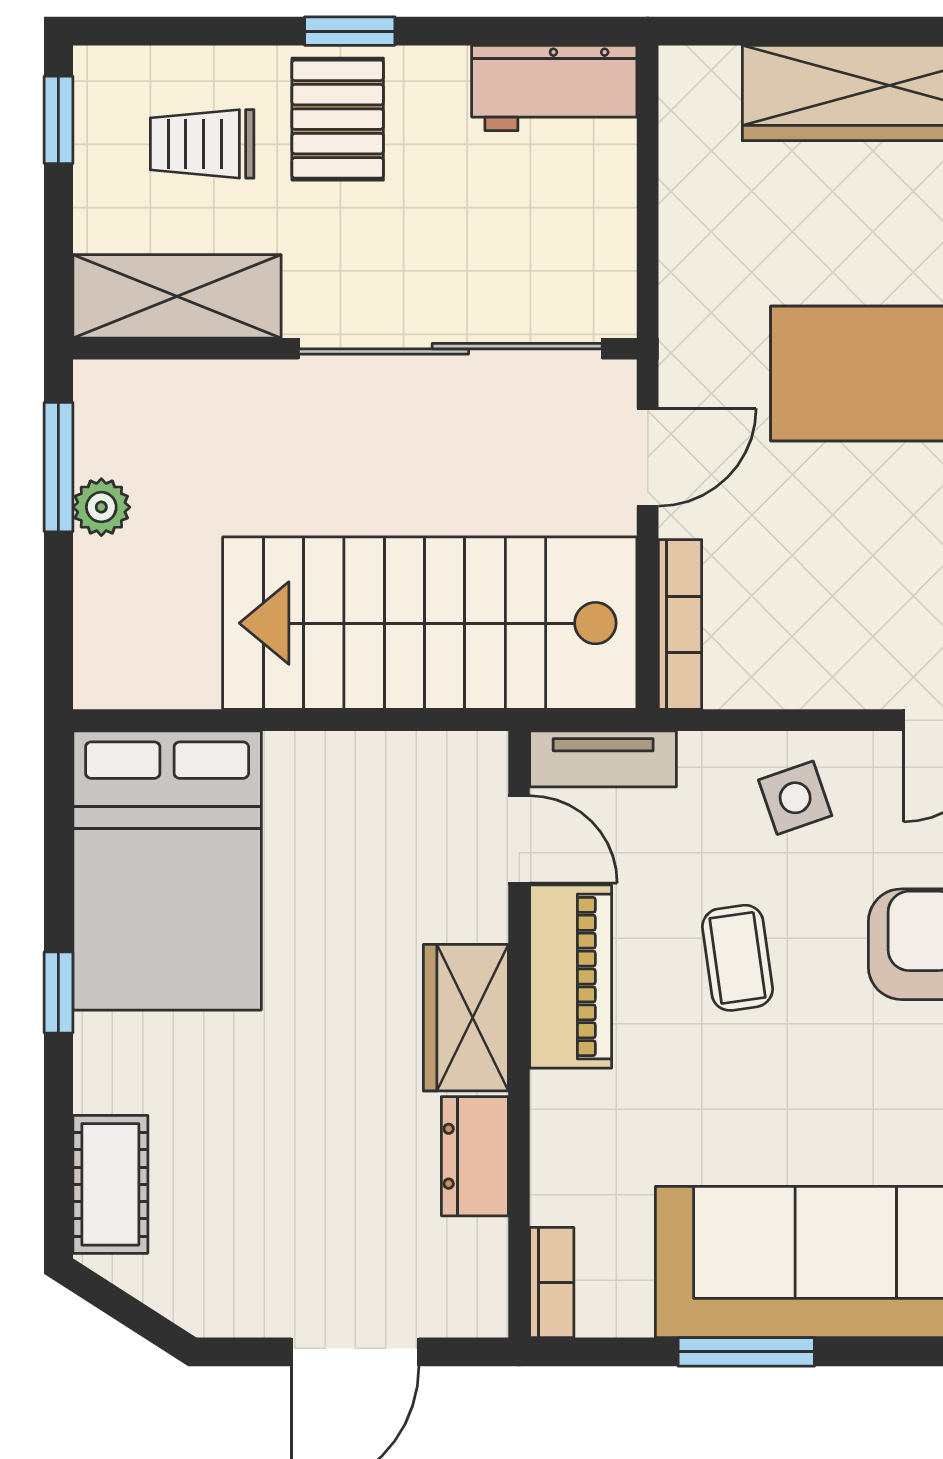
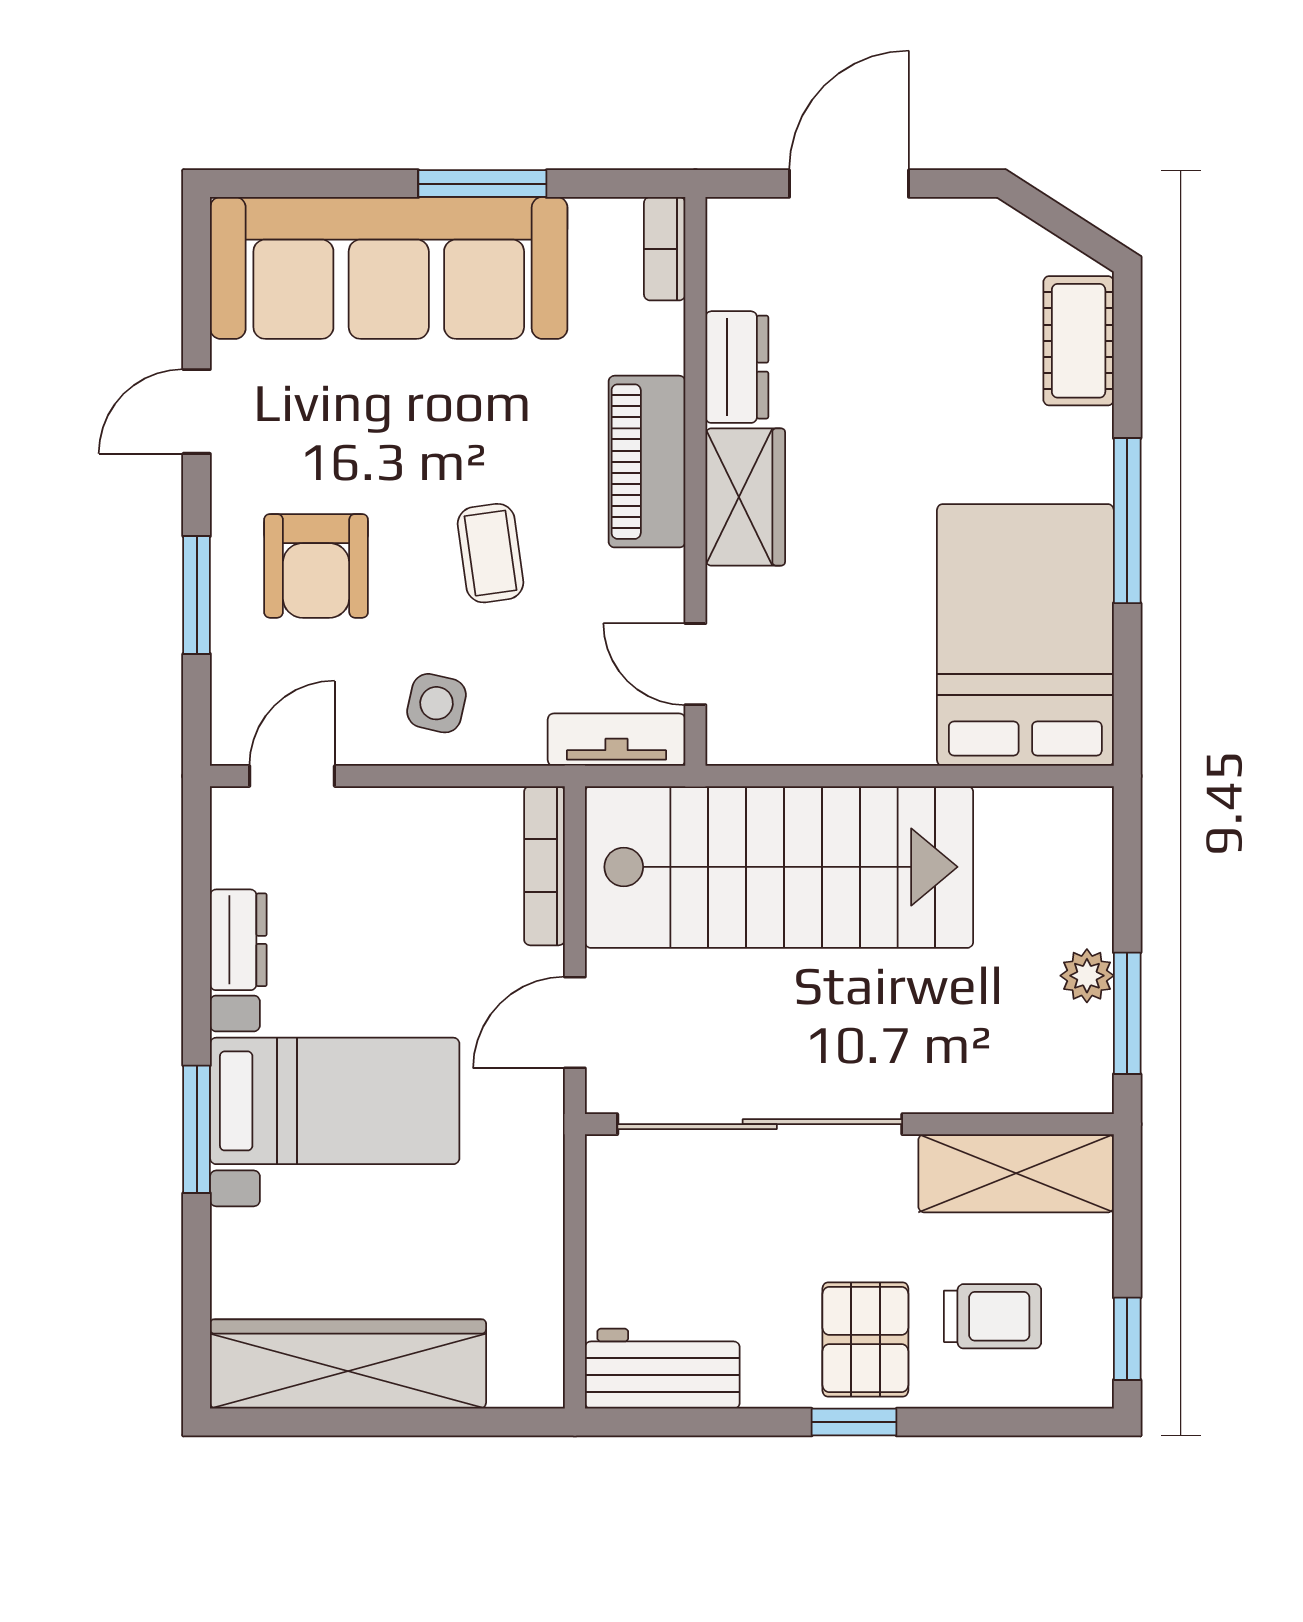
side table: (795, 798) -> (437, 703), turned 32
piano: (571, 976) -> (647, 462), moved
window: (58, 992) -> (1127, 521), width x2.17

